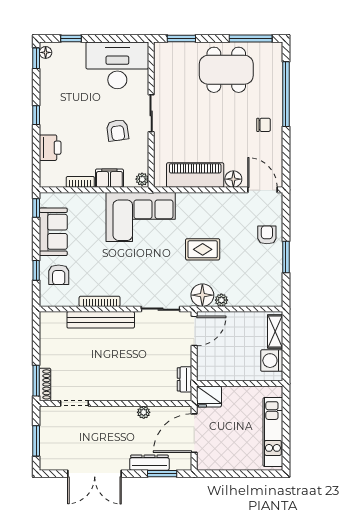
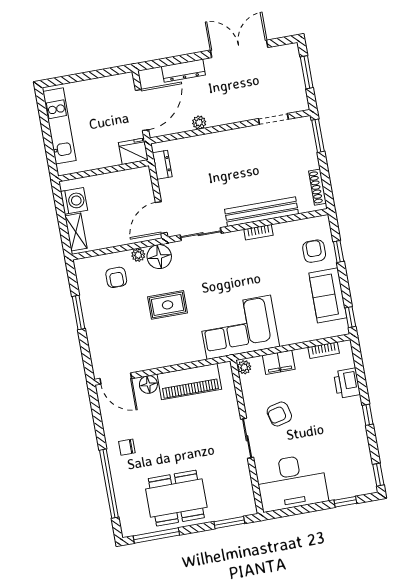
floor lamp: (46, 52) -> (370, 482), removed
armchair: (117, 130) -> (279, 414), turned -96
bookcase: (80, 182) -> (324, 350), moved
armchair: (267, 235) -> (116, 277), moved
bookcase: (100, 301) -> (258, 232), width x0.64
shoe rack: (45, 384) -> (317, 187), moved
window: (162, 474) -> (168, 61), removed

